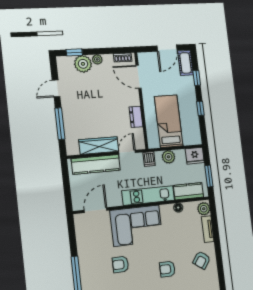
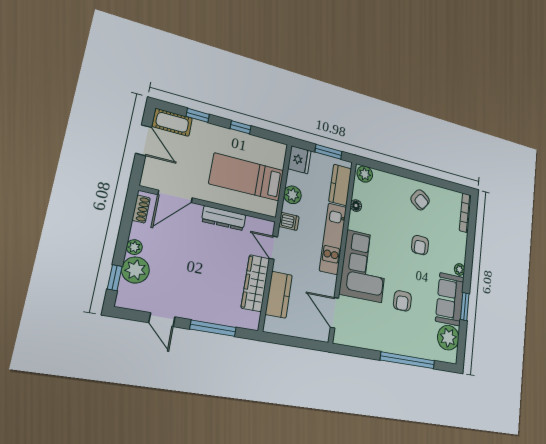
dresser: (136, 117) -> (224, 218), width x1.44
kitchen counter: (96, 164) -> (279, 295), width x0.67
tv unit: (208, 229) -> (388, 179), removed

